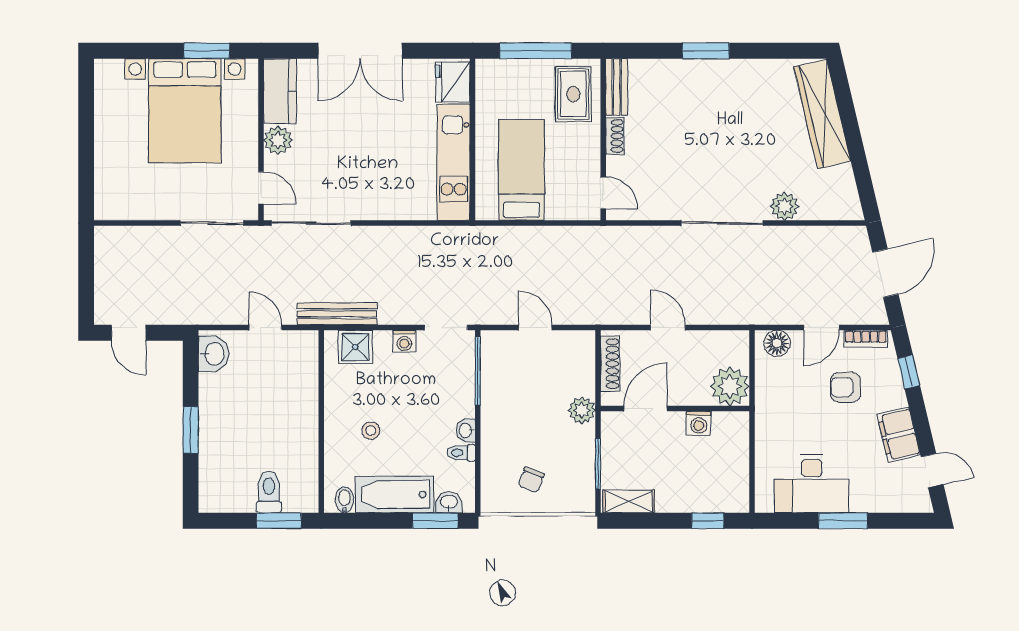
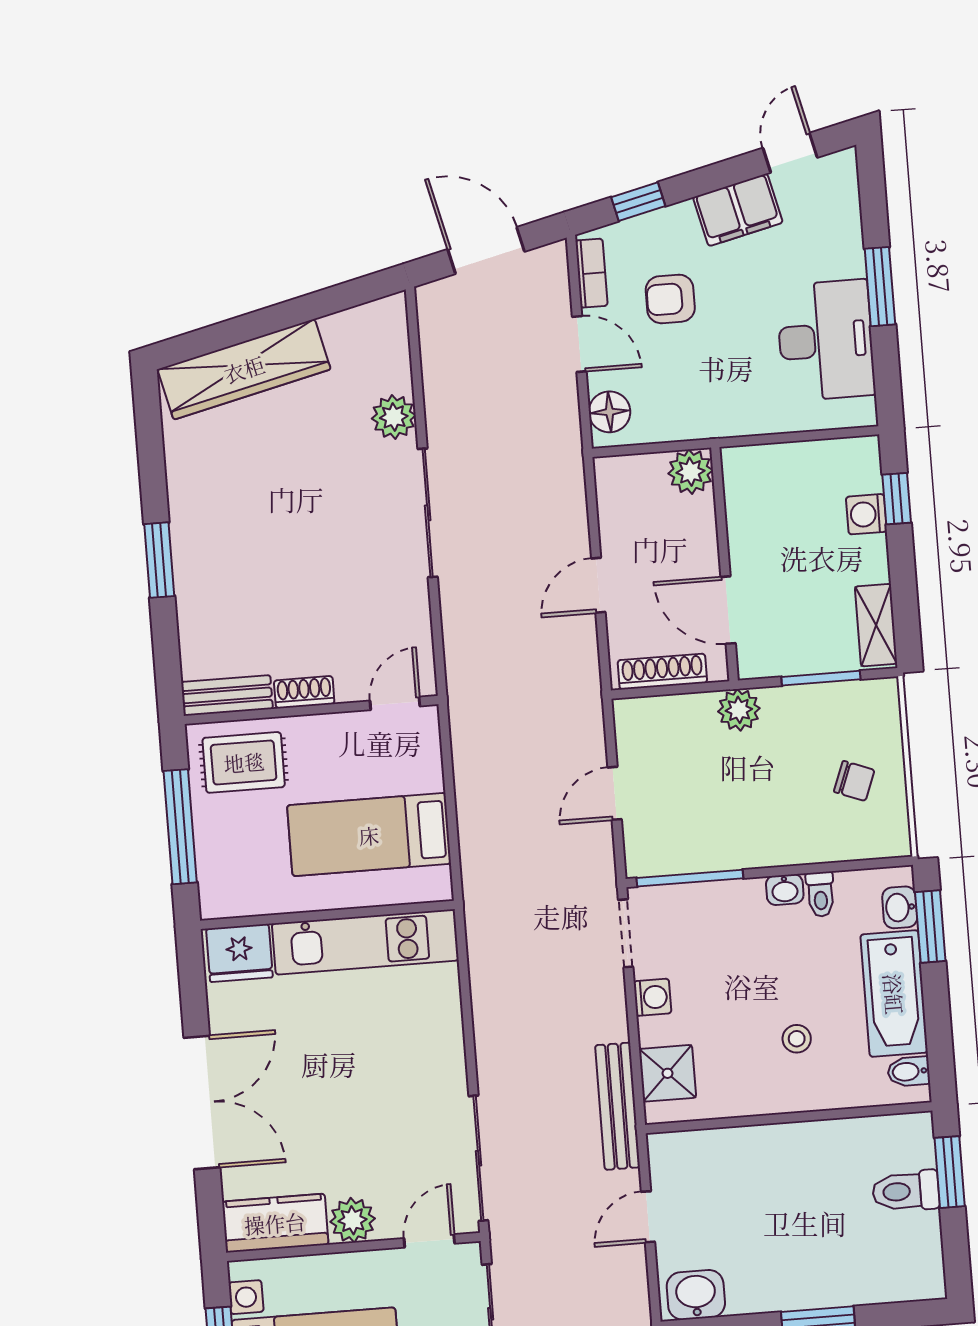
plant: (730, 386) -> (690, 472), width x0.73, depth x0.73
armchair: (846, 387) -> (670, 299), turned 90
washing machine: (699, 423) -> (866, 514), moved, turned 180

